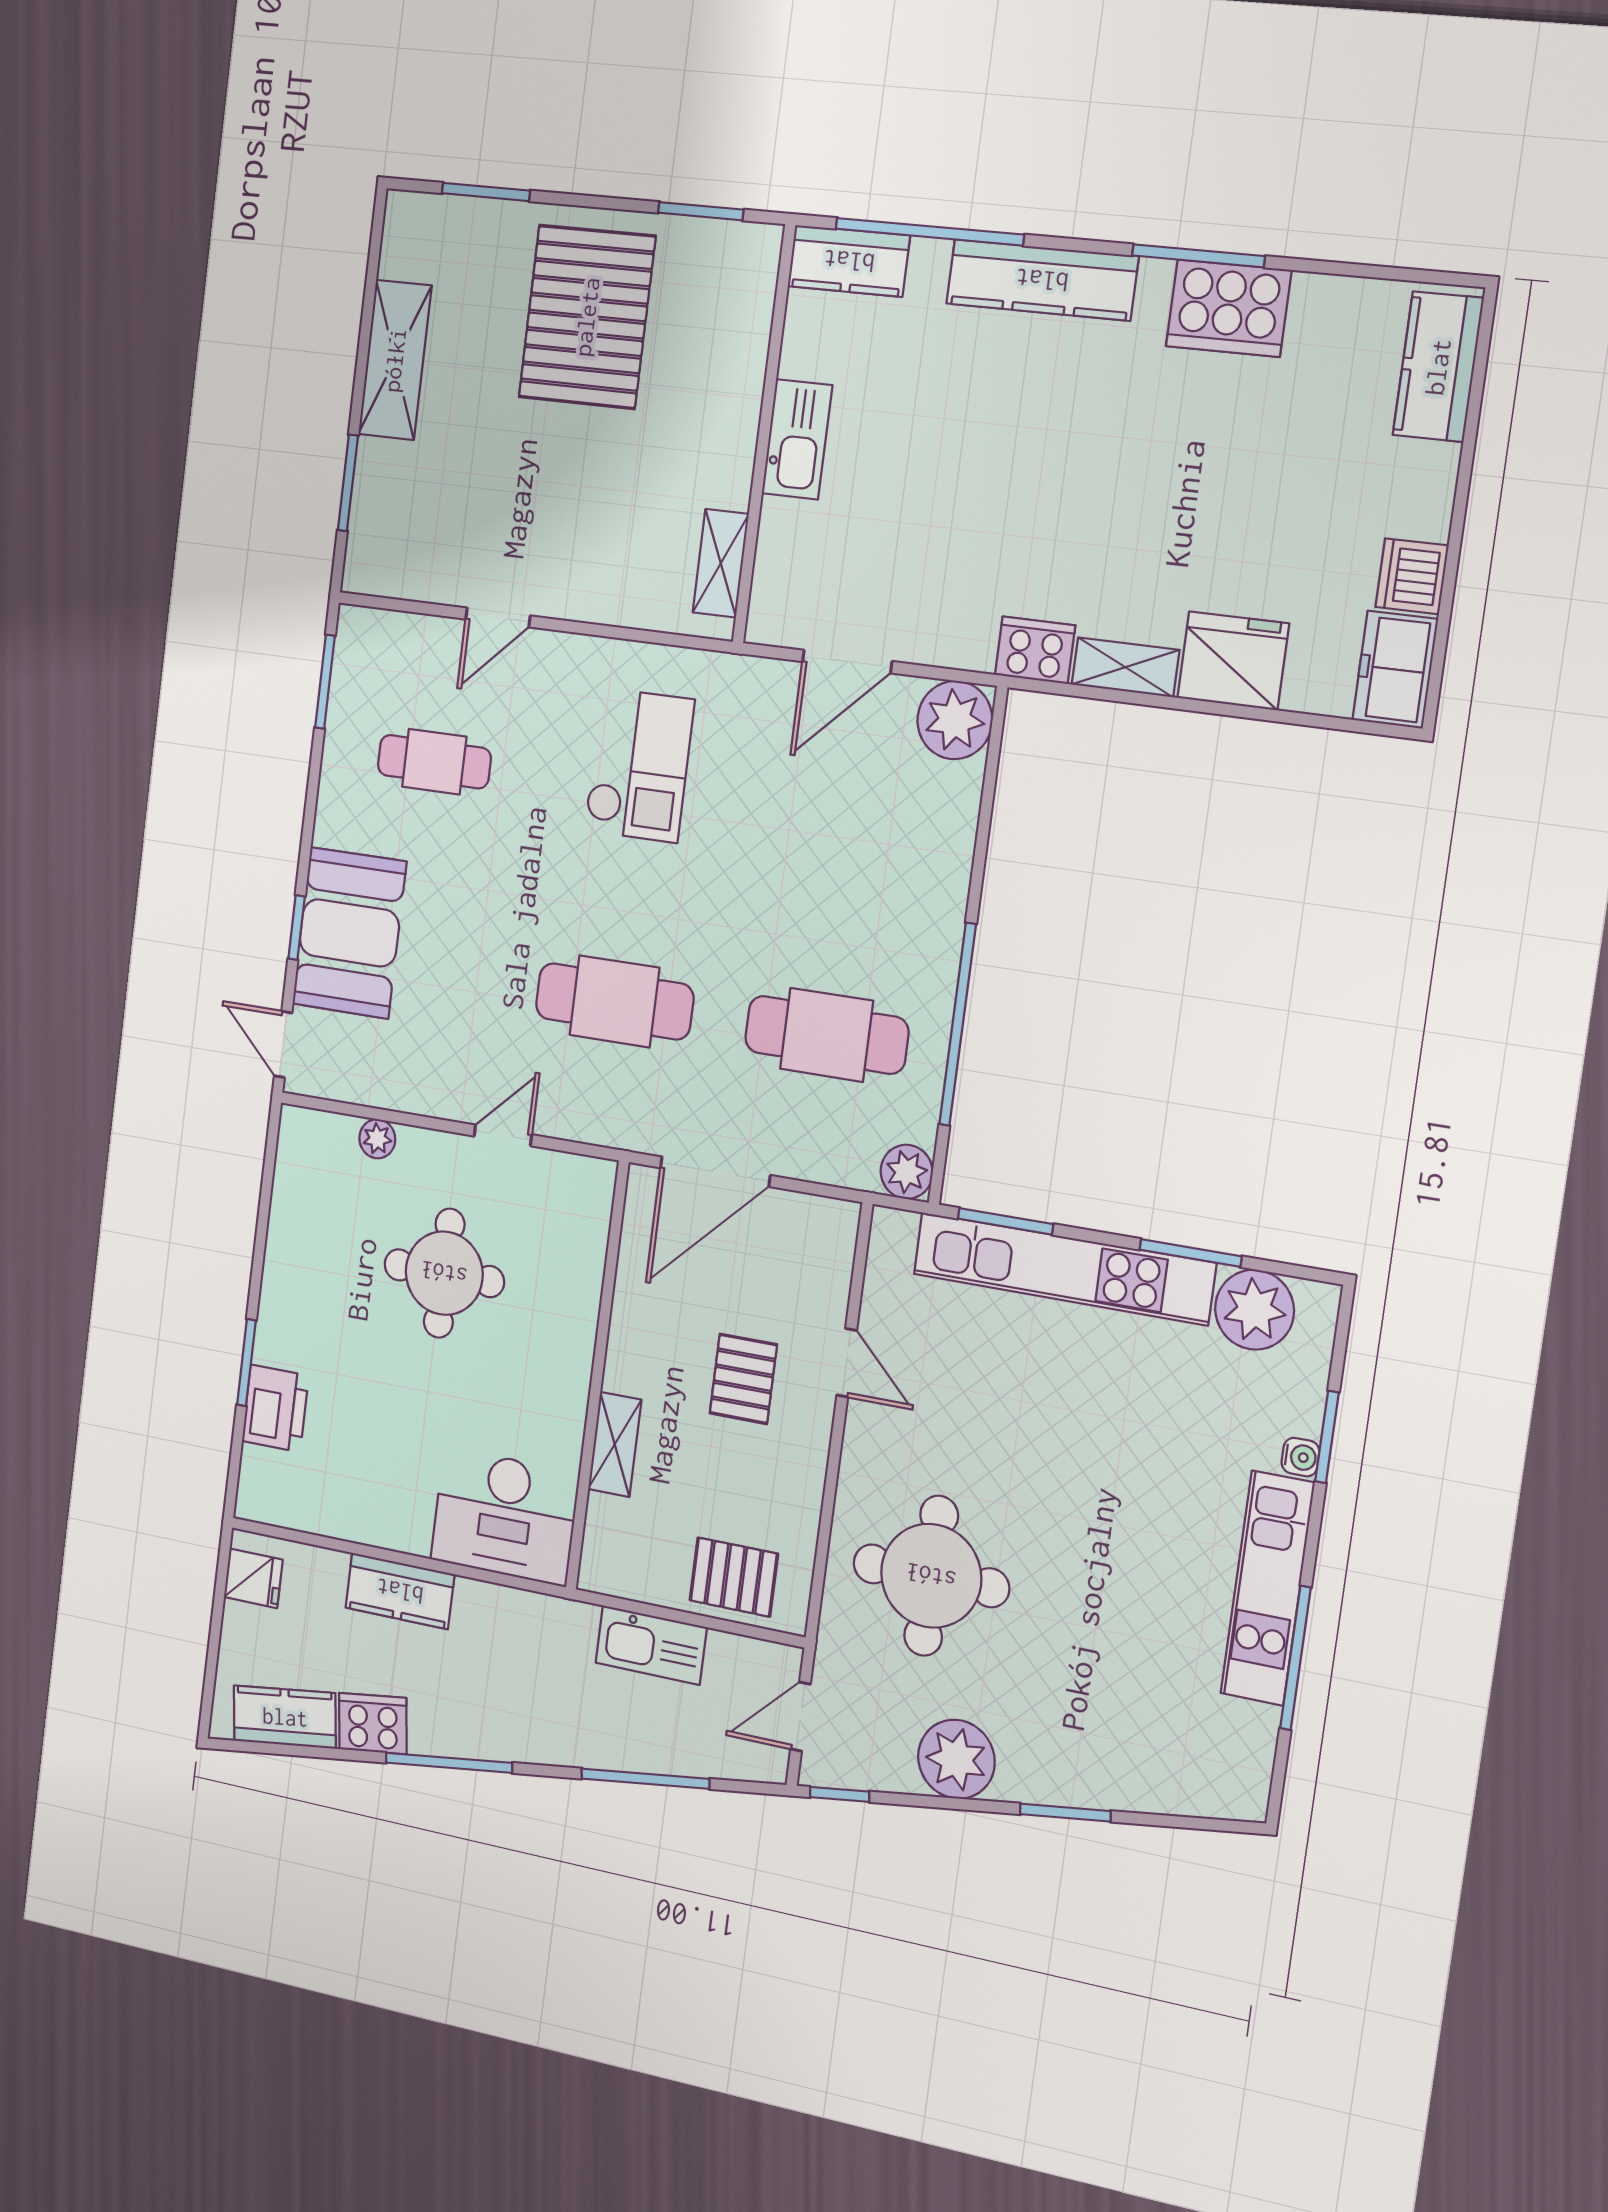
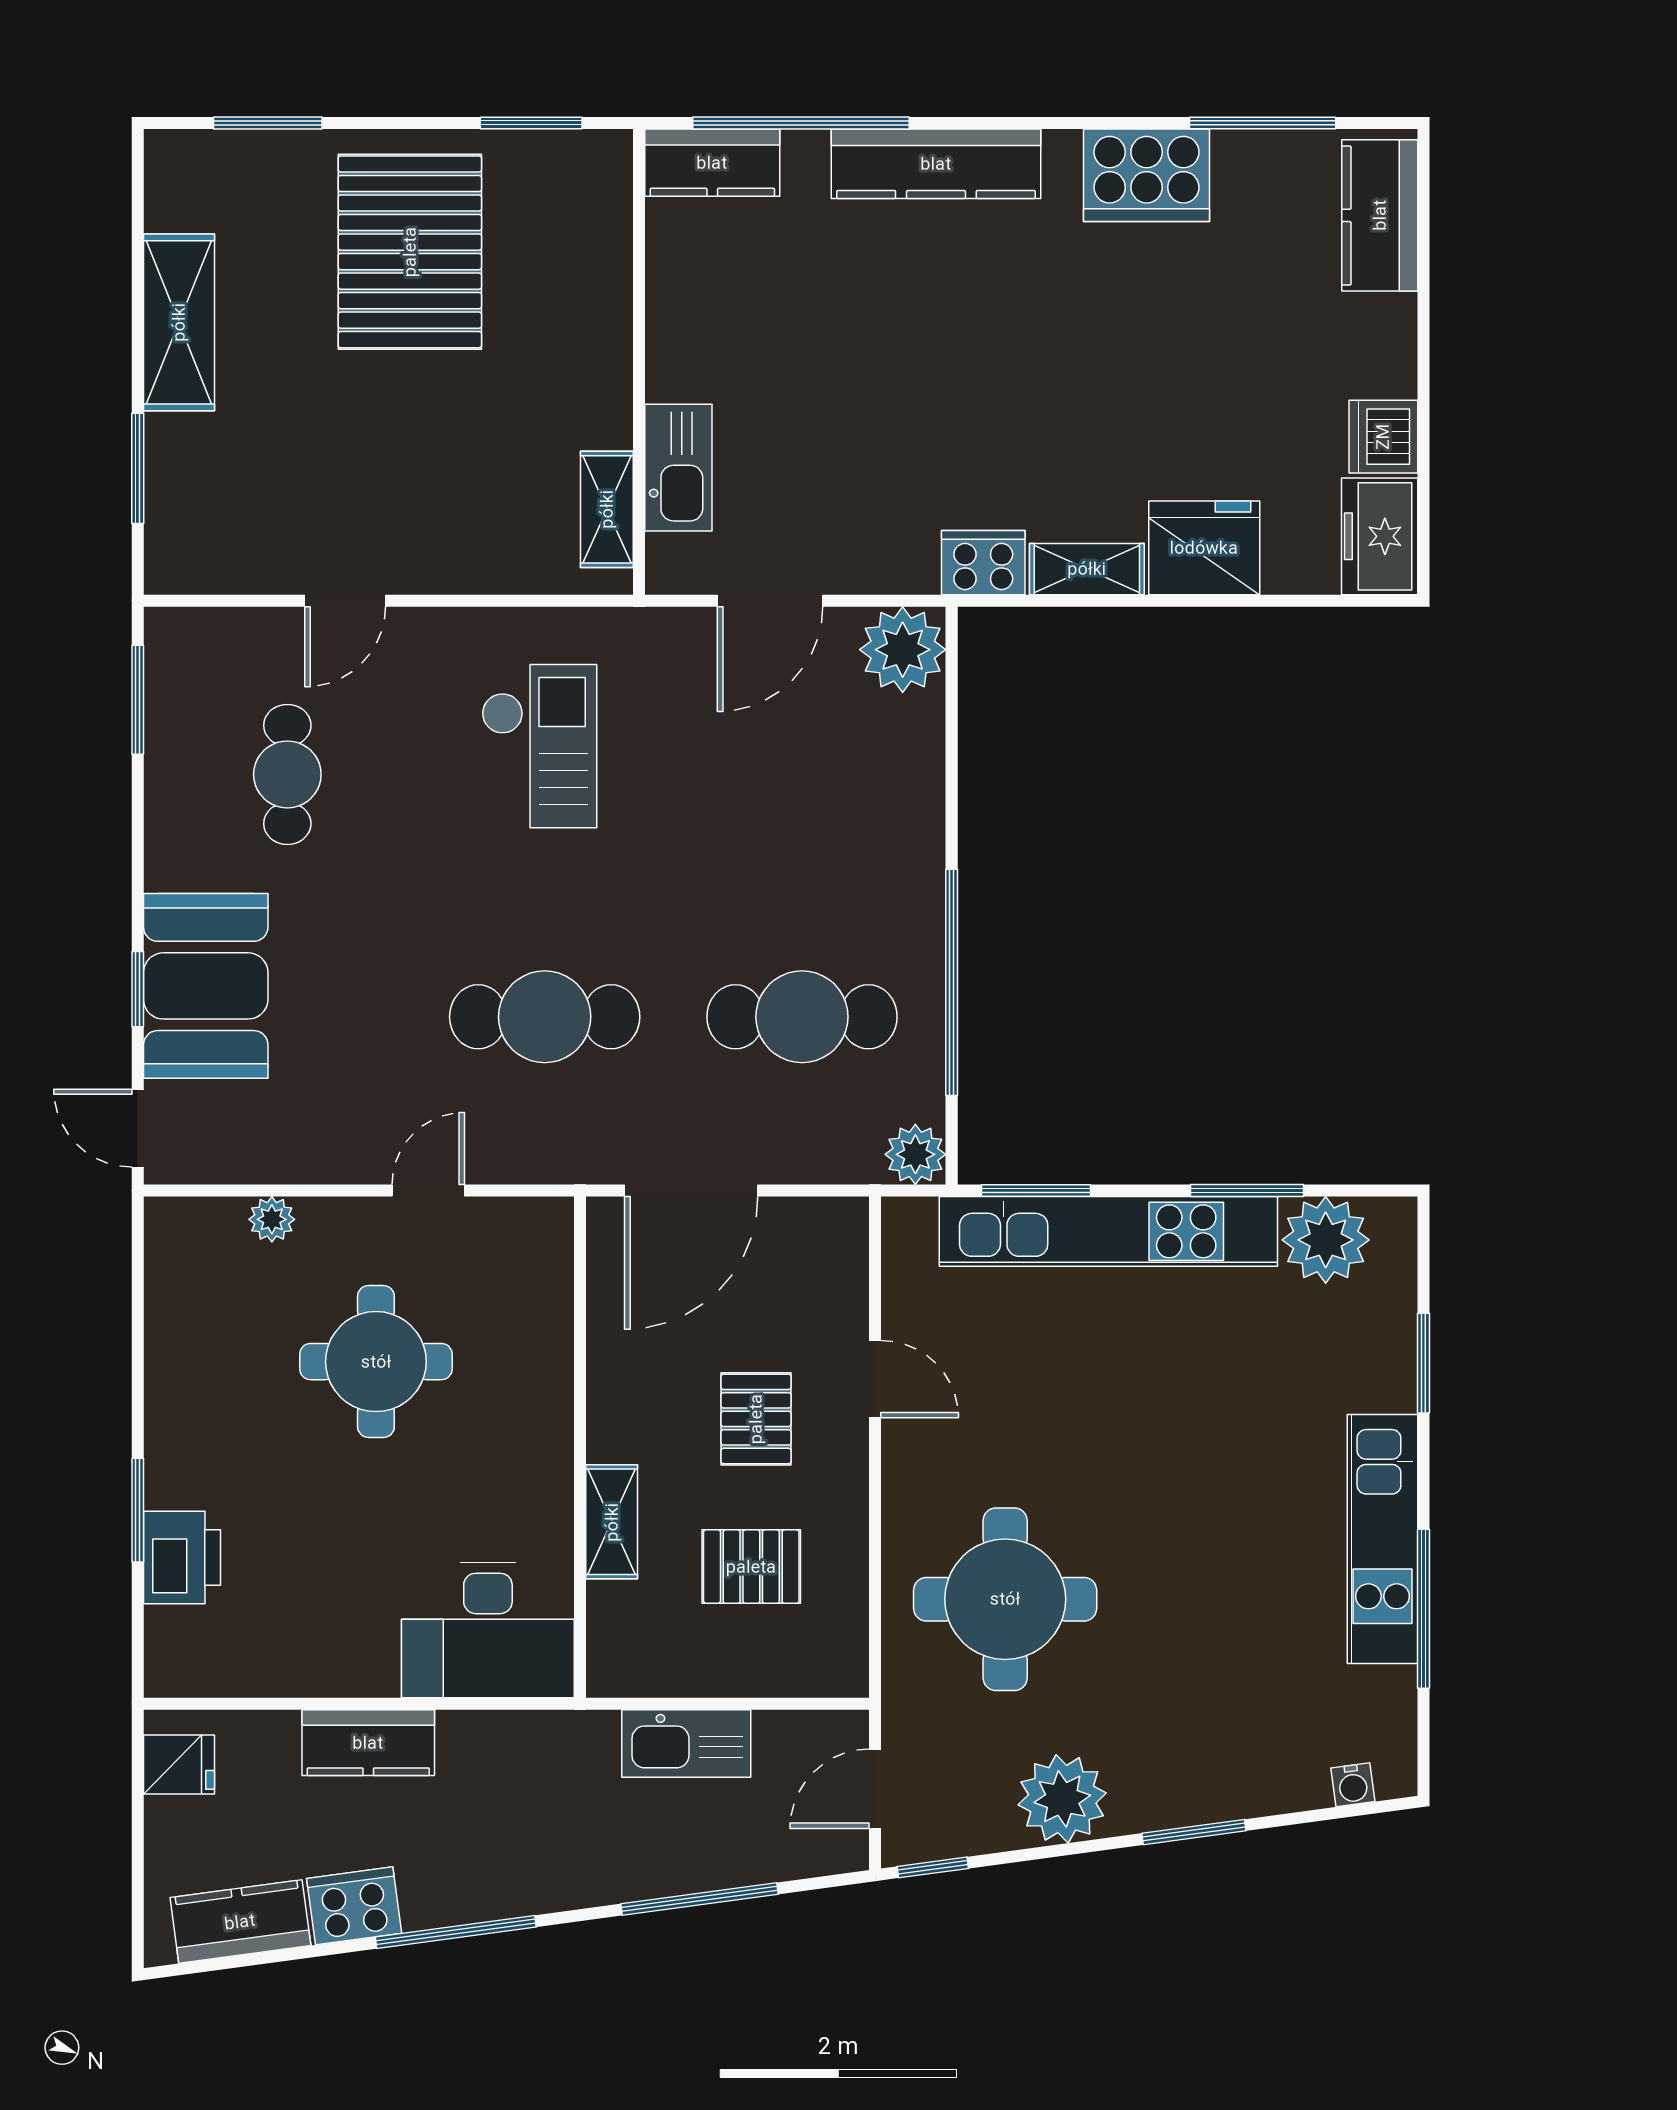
window: (1198, 256) -> (1263, 123), moved
kitchen sink: (797, 439) -> (678, 468), moved
cafe table: (434, 762) -> (287, 774), turned 90
water cooler: (1300, 1457) -> (1353, 1785), moved, turned 82
pallet: (734, 1577) -> (751, 1567), moved

